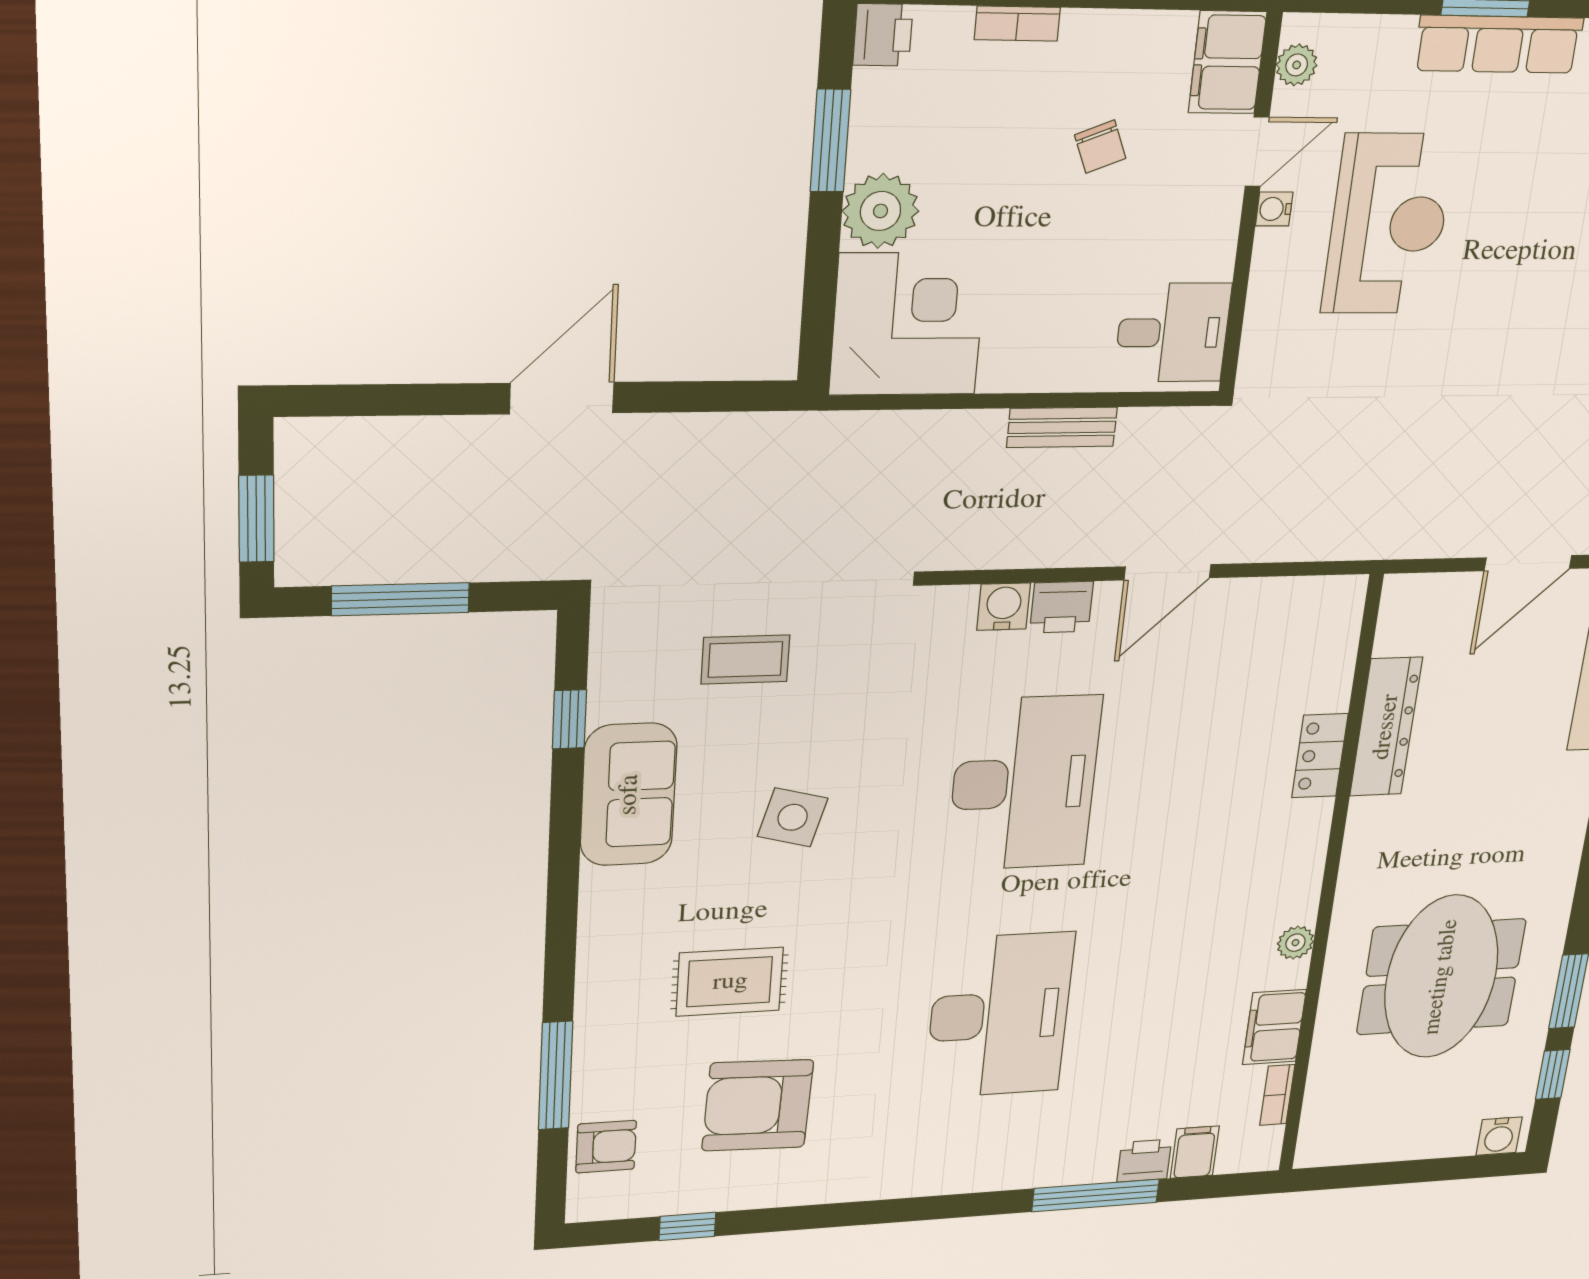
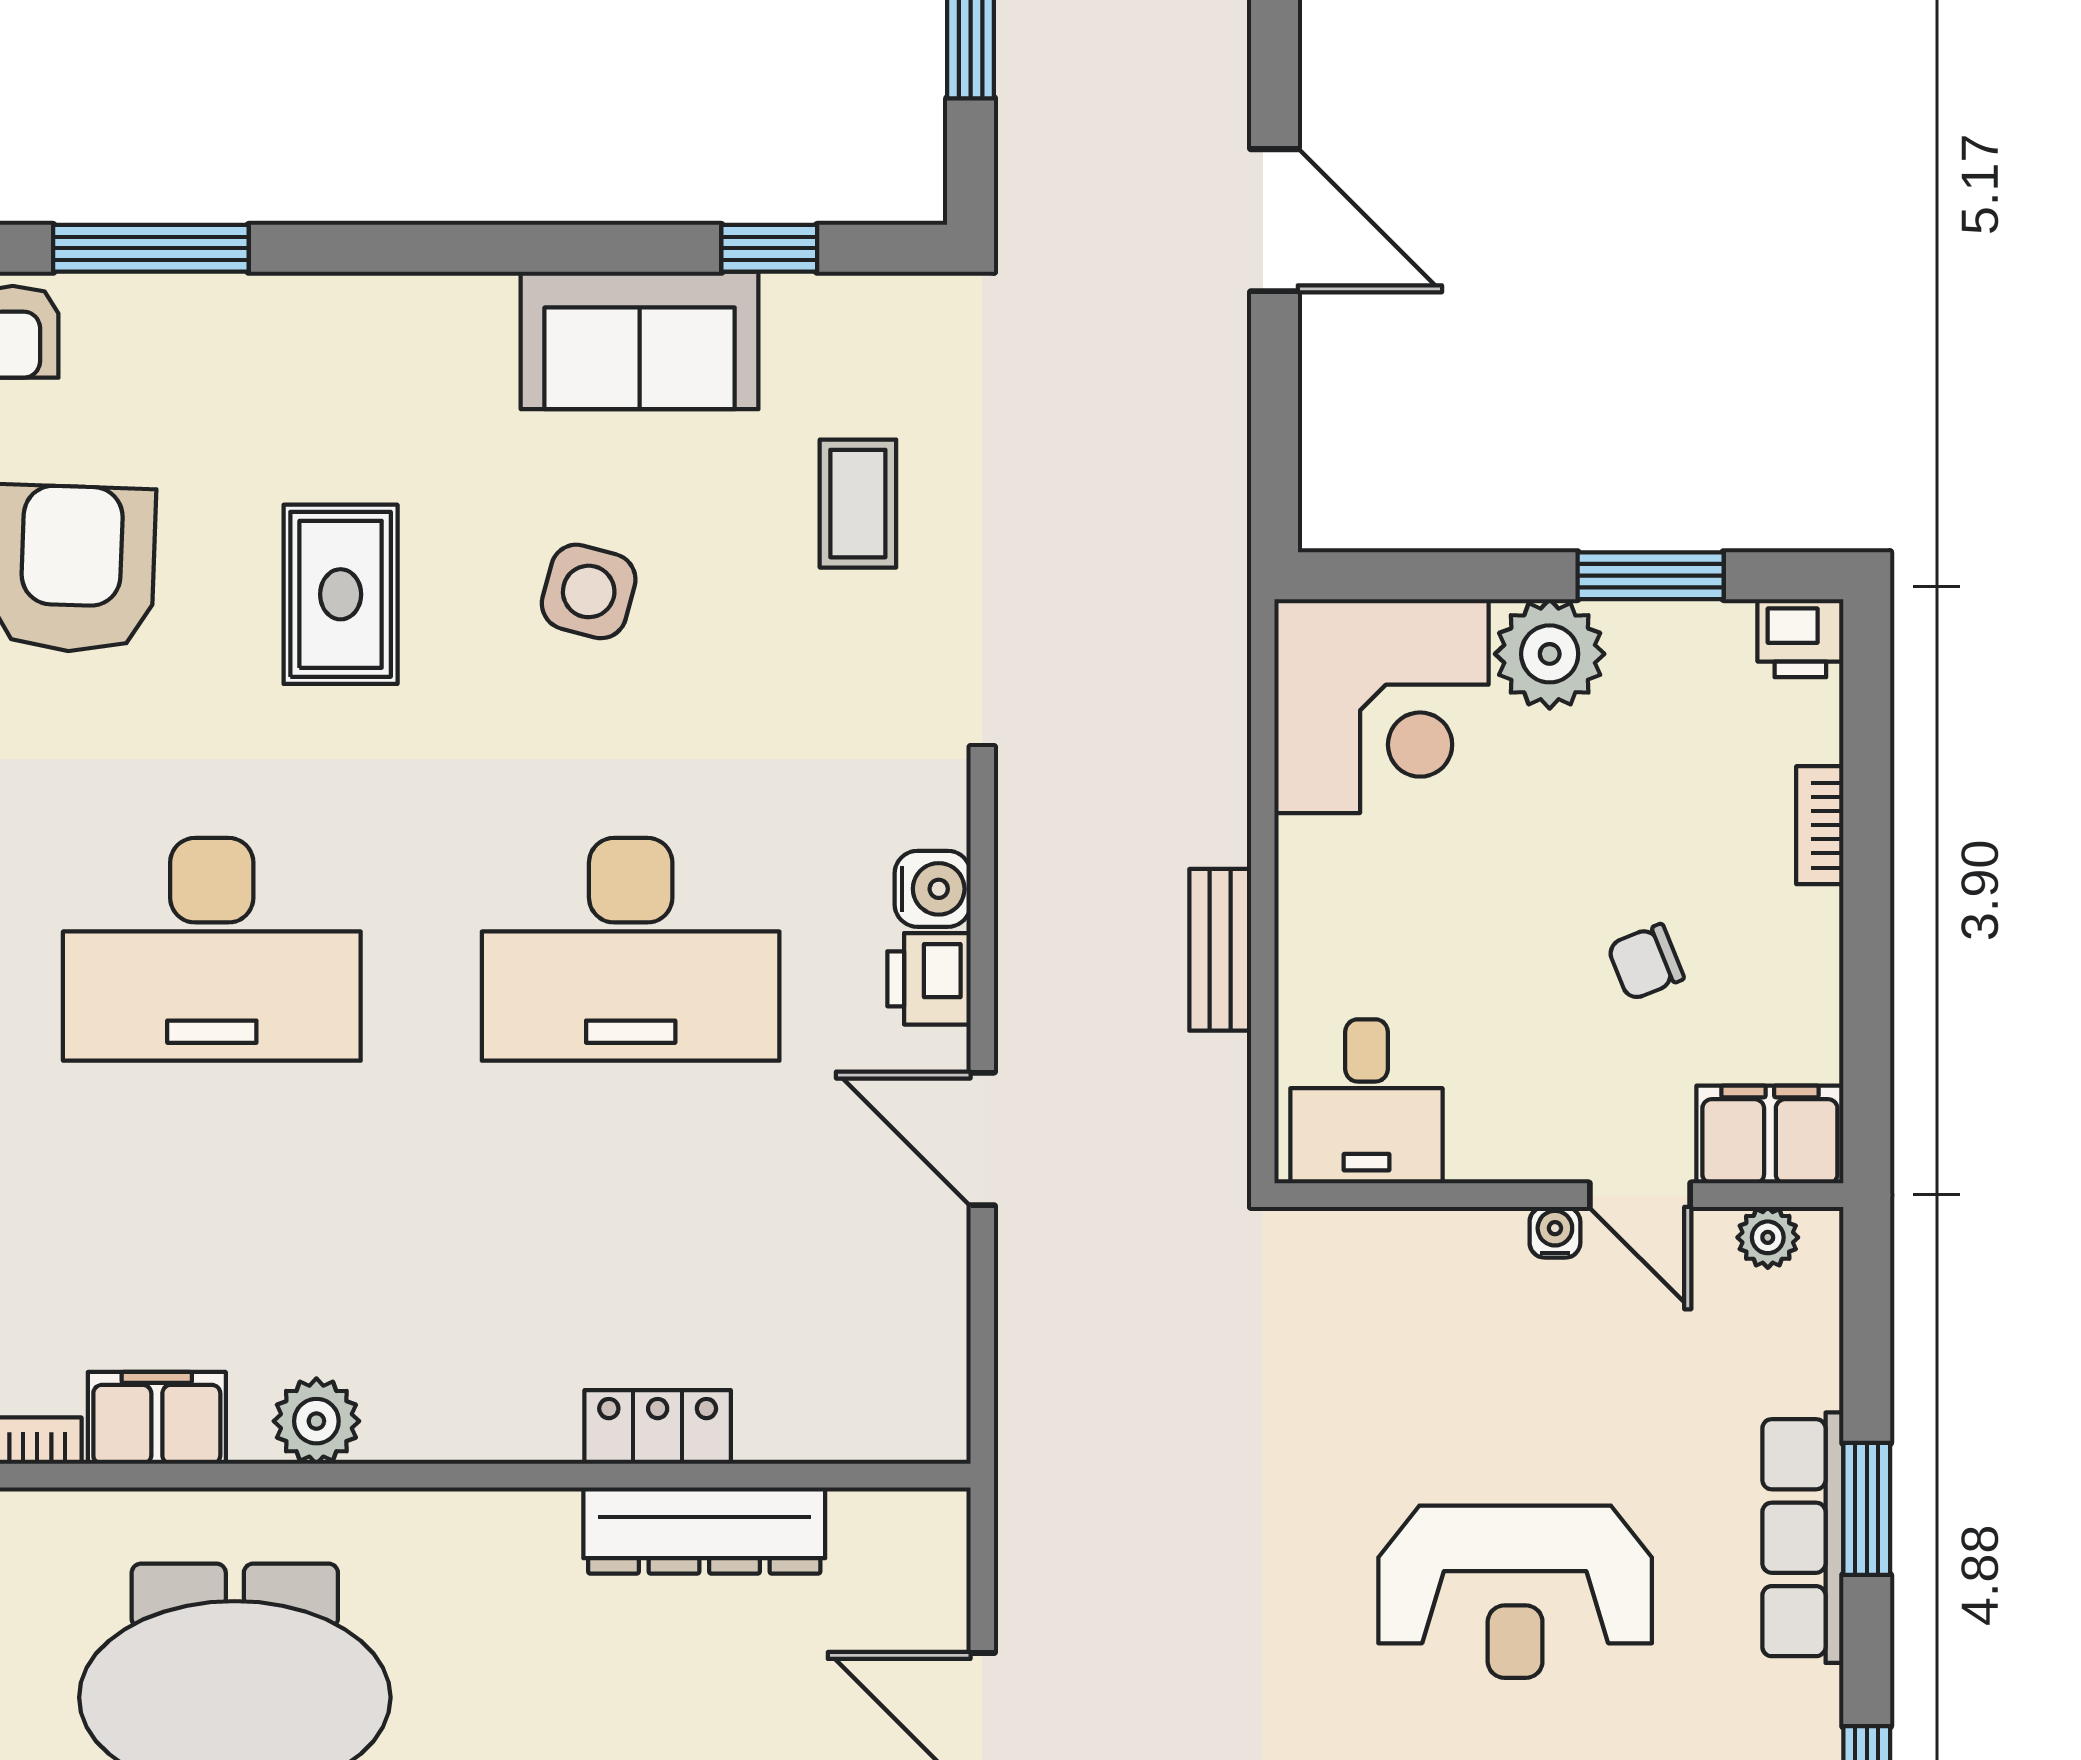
reception desk: (1388, 224) -> (1515, 1592), moved
plant: (1295, 943) -> (316, 1421), width x1.38, depth x1.38
rug: (730, 982) -> (341, 594), moved

